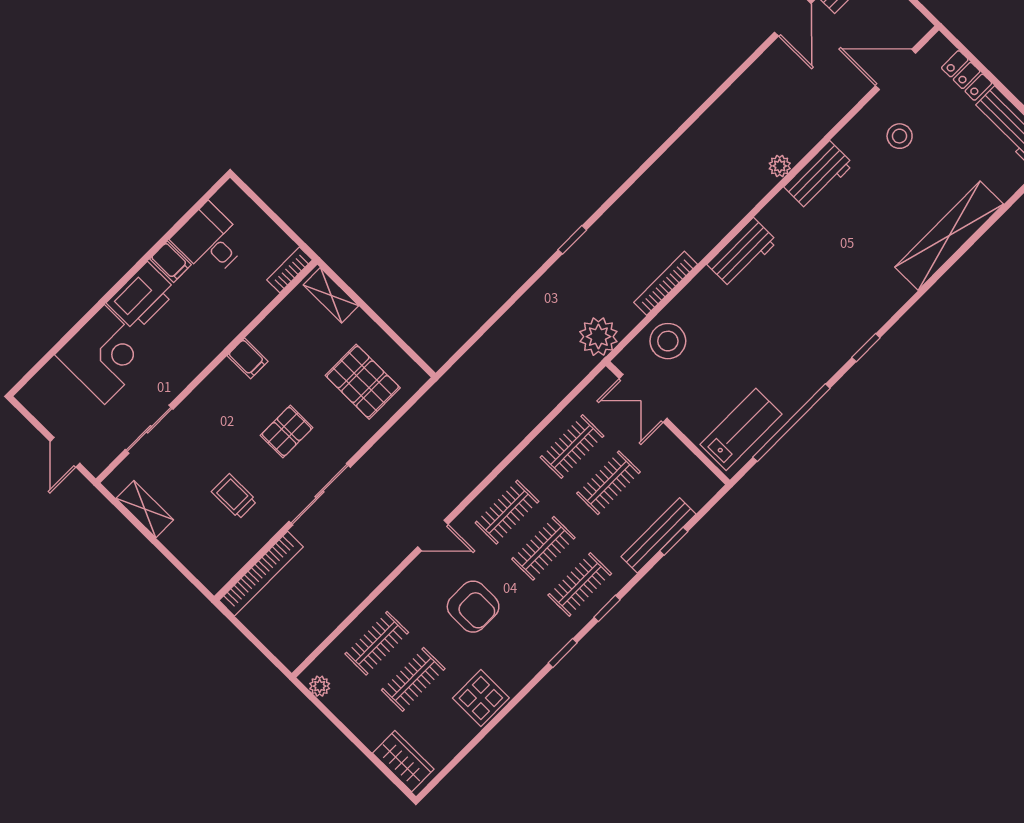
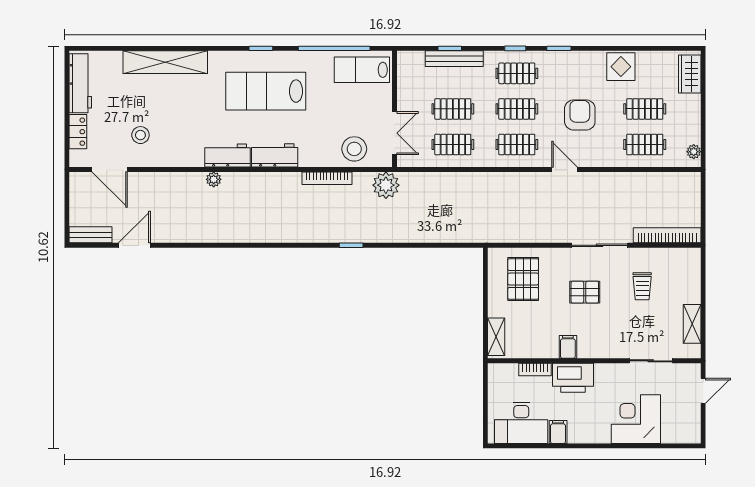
workbench: (819, 176) -> (227, 156), moved
desk: (210, 241) -> (521, 423), width x1.37
bookcase: (290, 270) -> (535, 369), moved
printer: (142, 297) -> (573, 378), moved, turned 180
lab bench: (817, 309) -> (266, 91), added

